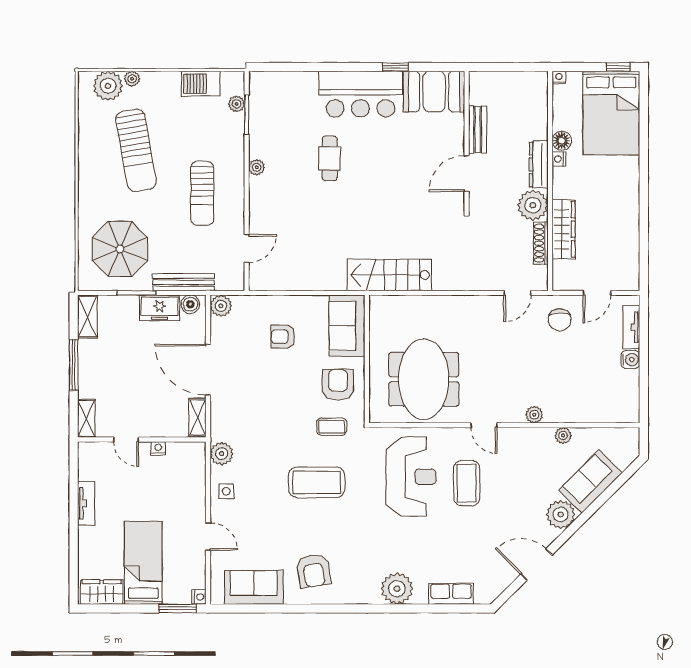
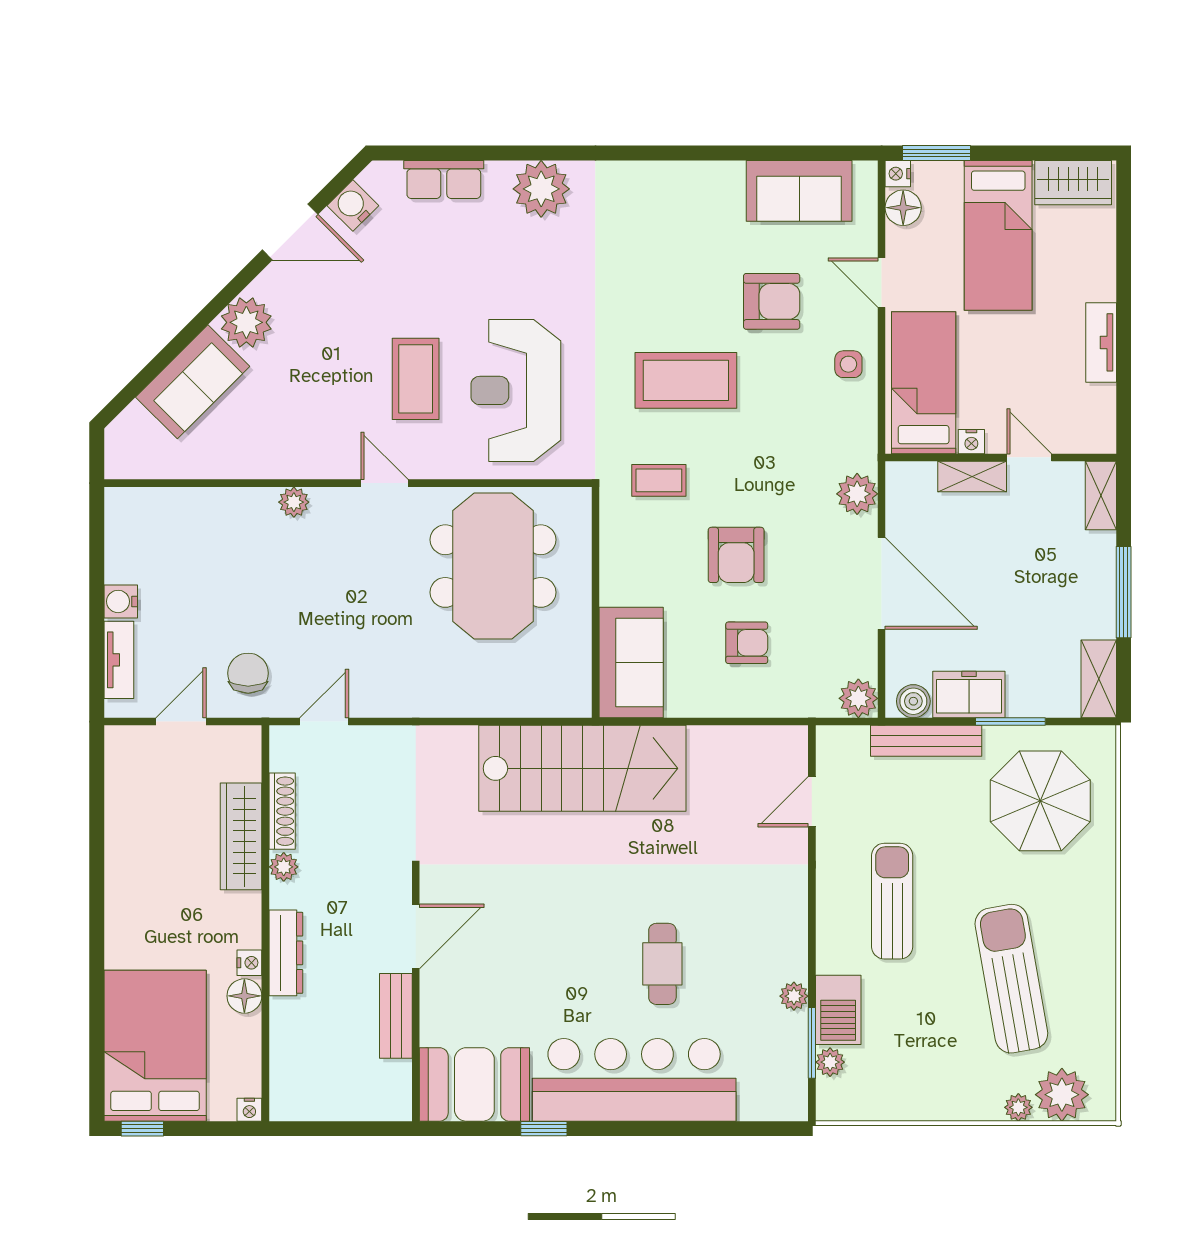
barbecue: (201, 84) -> (838, 1010), moved, turned 90
bar counter: (360, 94) -> (634, 1080), width x1.36
plant: (257, 167) -> (794, 996), moved
plant: (533, 205) -> (284, 867), width x0.53, depth x0.53
stairs: (389, 275) -> (582, 768), width x1.36, depth x1.51
armchair: (338, 385) -> (736, 555), moved
shelving: (197, 417) -> (972, 477), moved, turned 90
plant: (563, 435) -> (242, 465), removed
plant: (222, 454) -> (857, 494), moved
bed: (185, 481) -> (924, 383), added
armchair: (313, 571) -> (772, 301), moved, turned 99
floor lamp: (196, 578) -> (903, 208), added
water cooler: (502, 579) -> (353, 206), added

